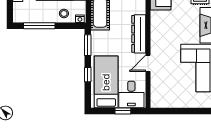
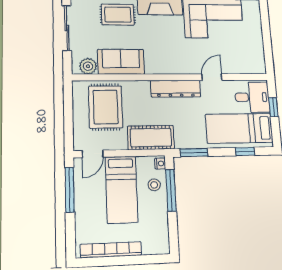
window: (39, 26) -> (171, 190), moved
door: (148, 63) -> (212, 77), swing flipped
window: (88, 75) -> (245, 151), moved

